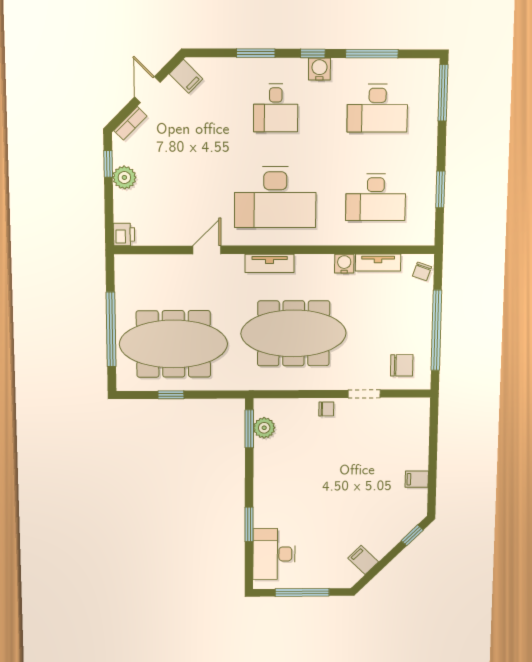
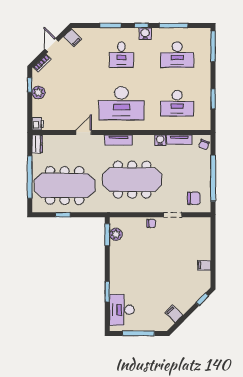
dresser: (124, 271) -> (37, 144), added

